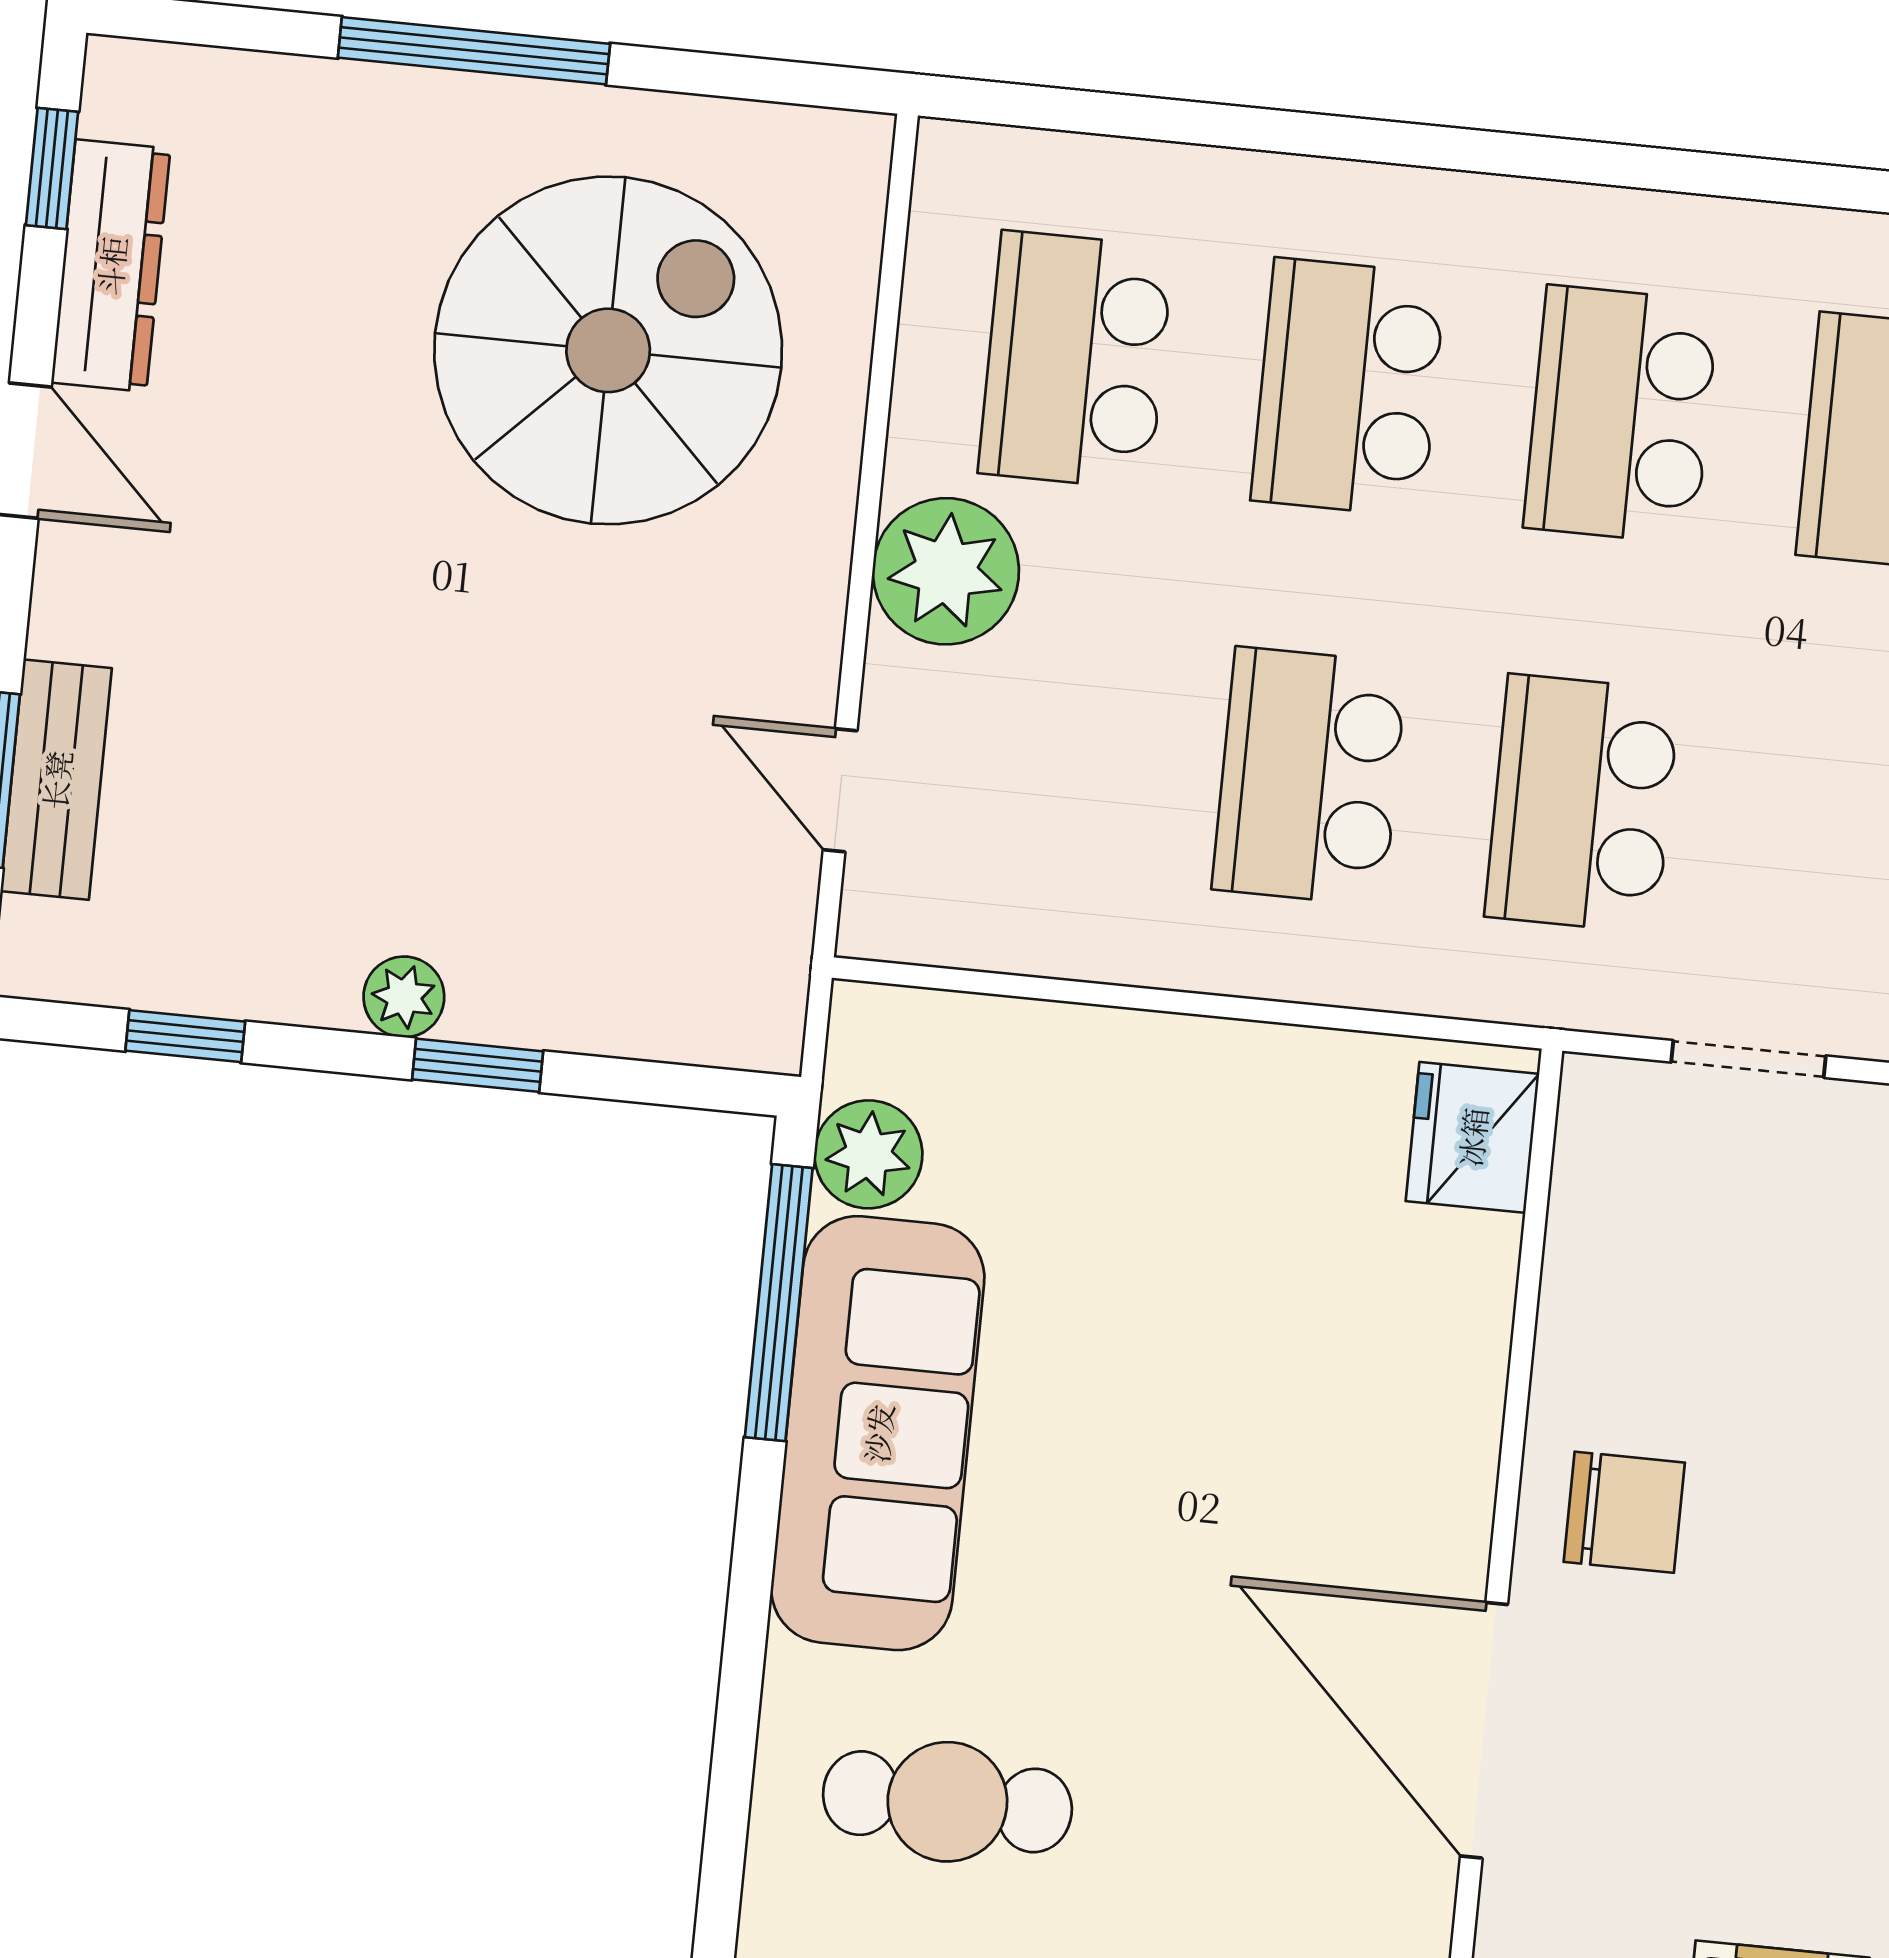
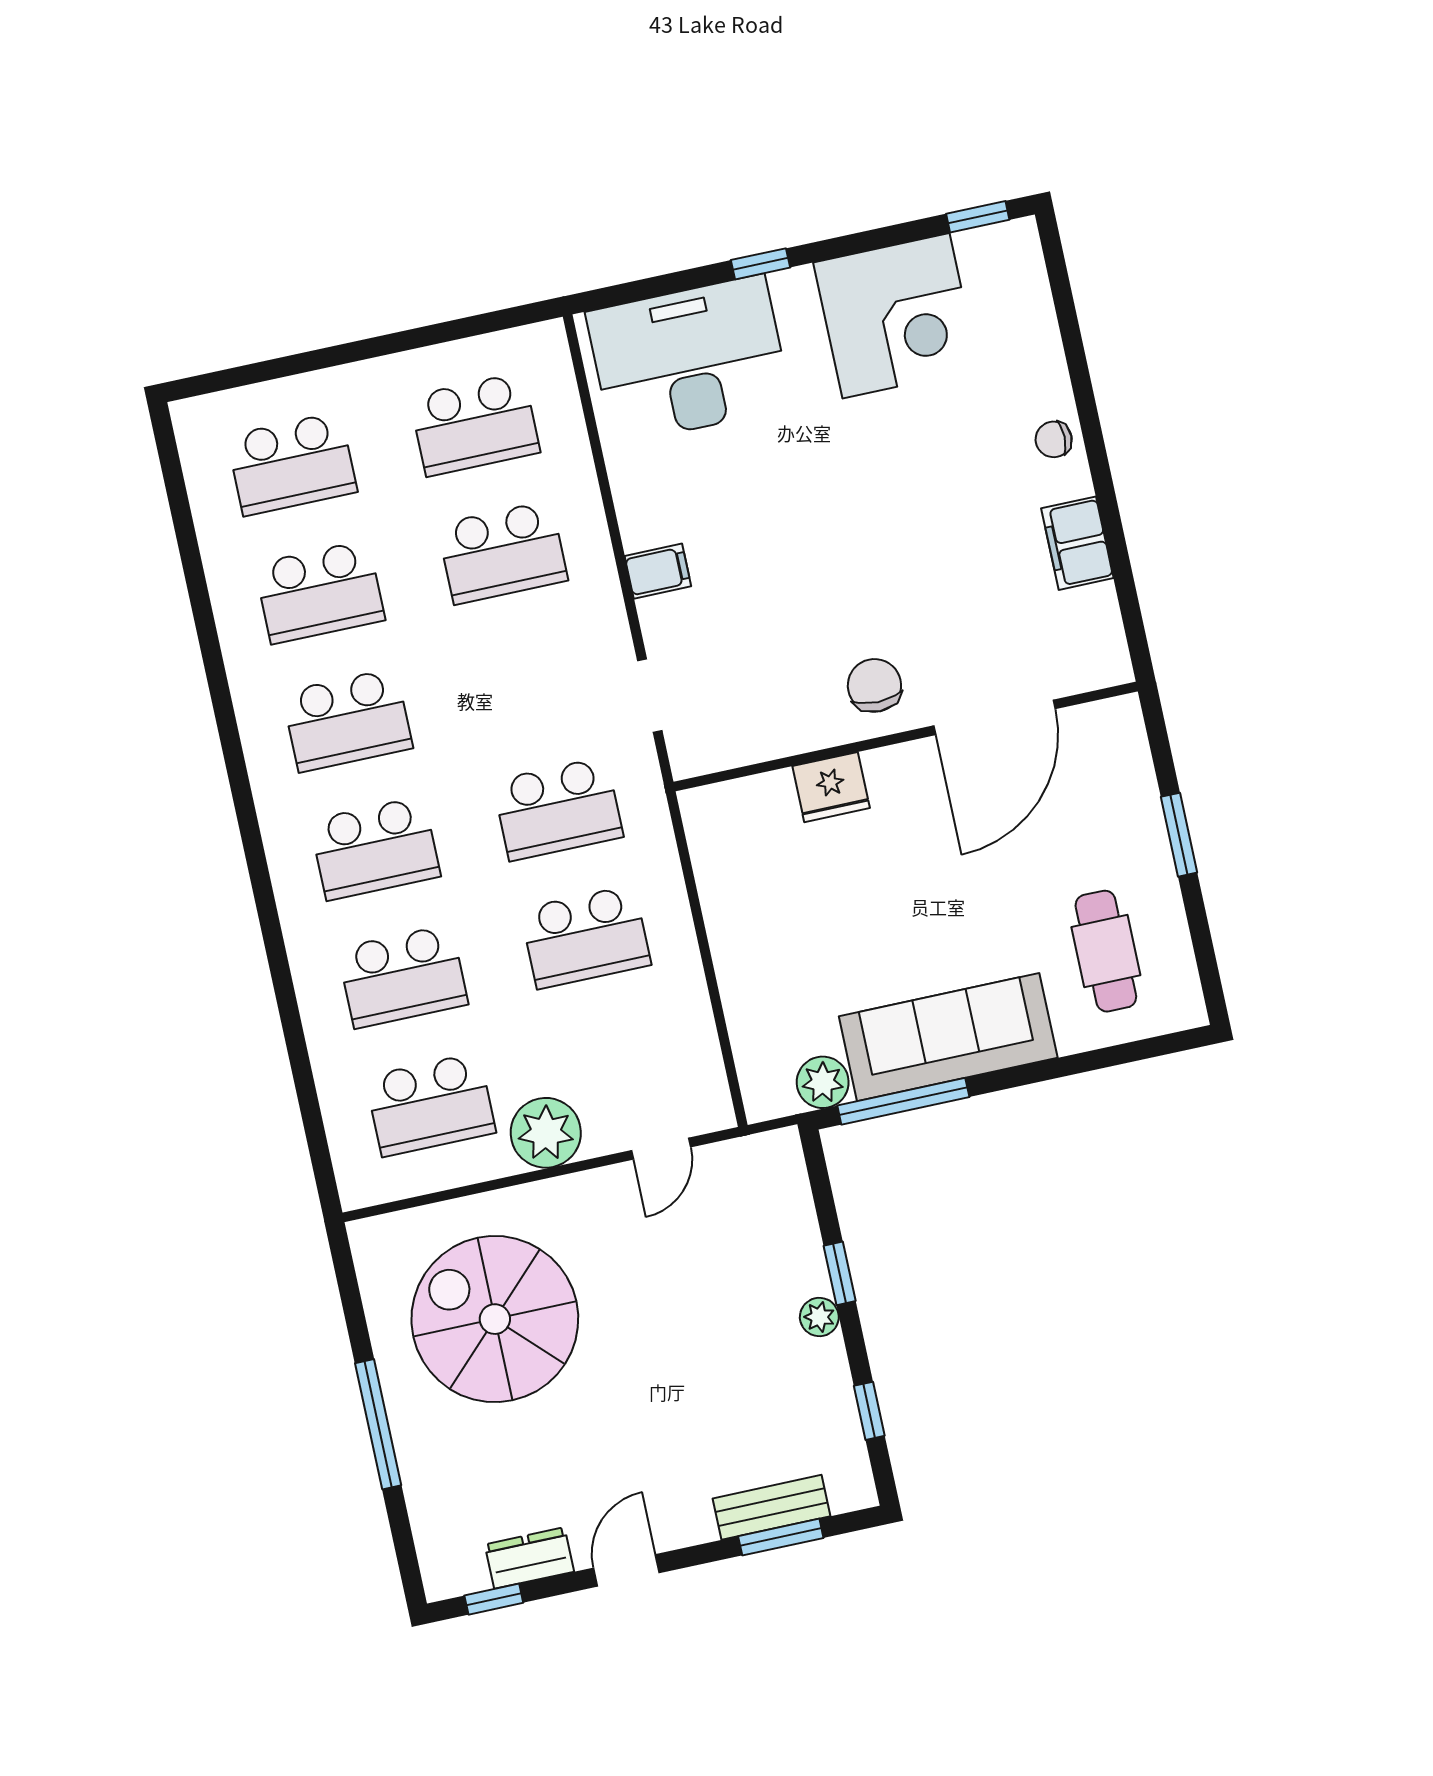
dresser: (111, 266) -> (529, 1558), width x0.70
fridge: (1472, 1137) -> (831, 787), moved

